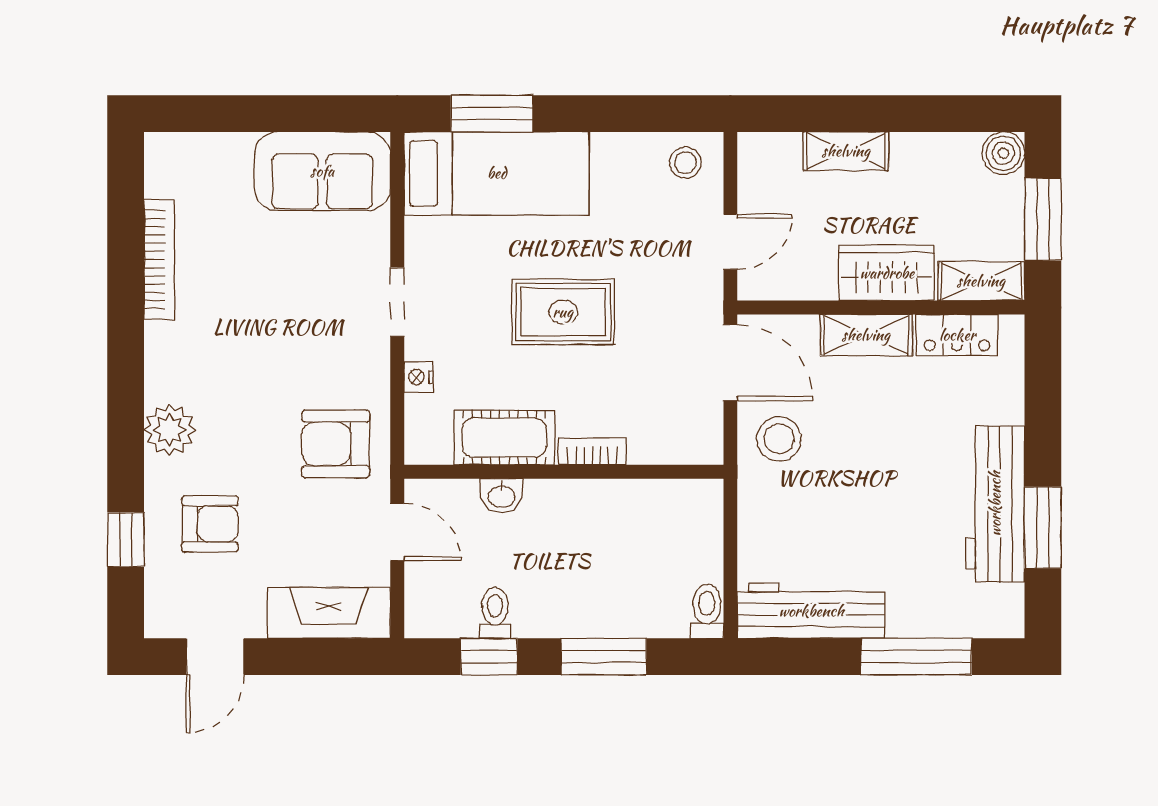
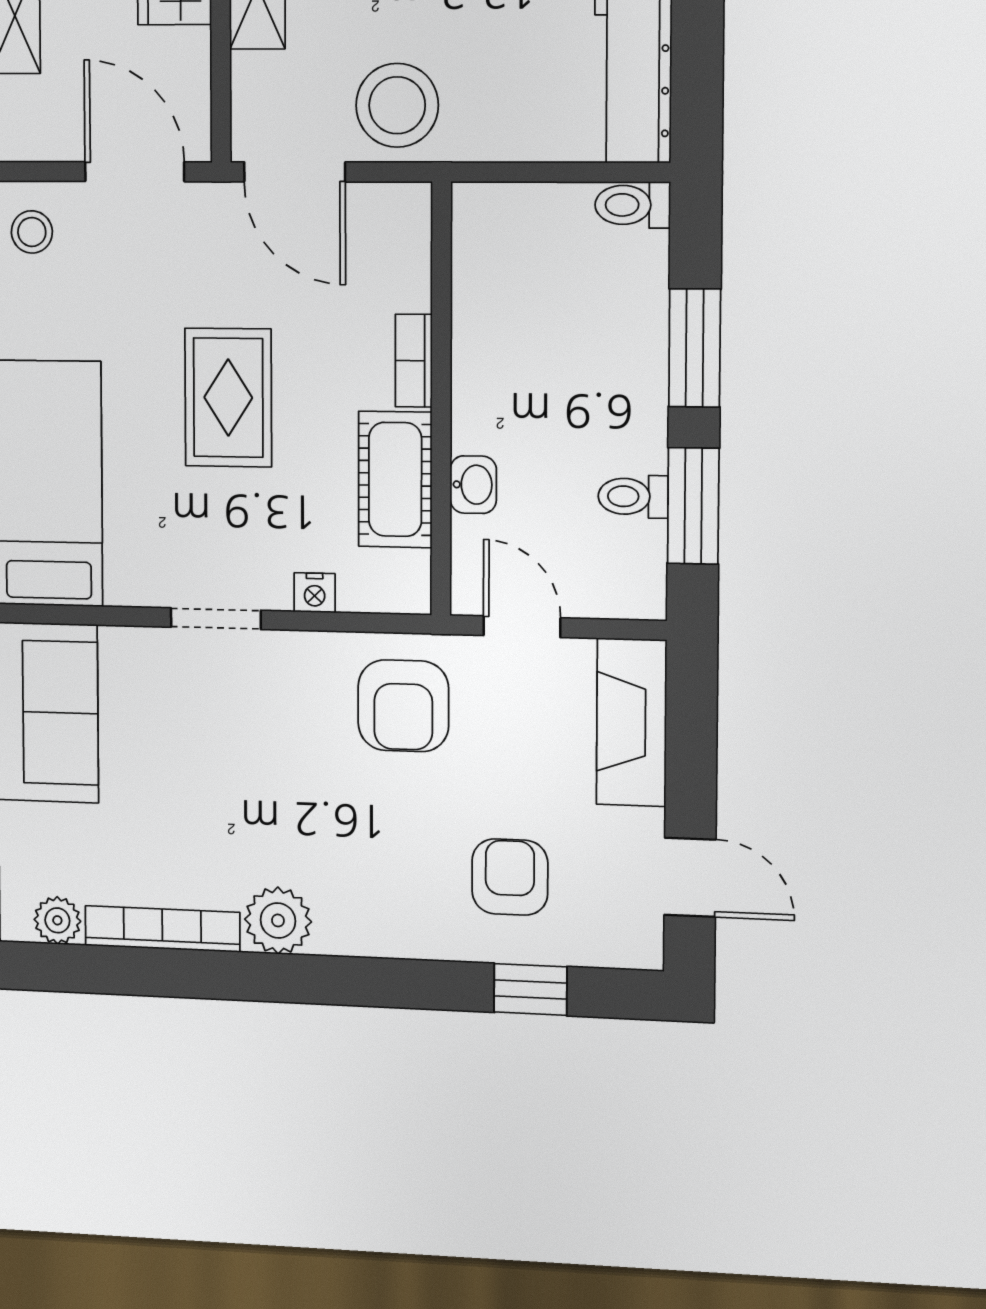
plant: (162, 178) -> (57, 920), added
door: (730, 242) -> (135, 172), width x1.38
door: (730, 363) -> (295, 172), swing flipped
plant: (170, 430) -> (278, 920), moved
stool: (779, 439) -> (397, 105), width x1.38, depth x1.38
door: (397, 532) -> (522, 627), hinge flipped
window: (489, 657) -> (693, 506), width x1.50

